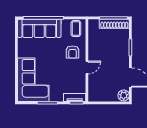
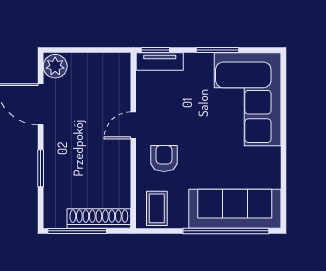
shoe rack: (114, 24) -> (99, 218), moved

